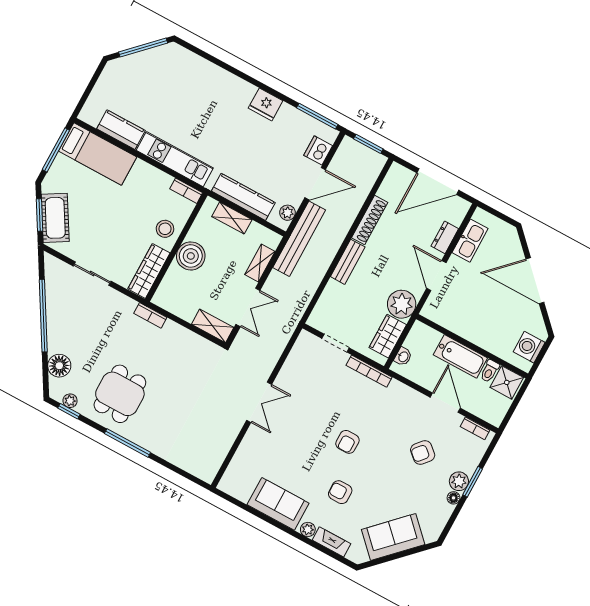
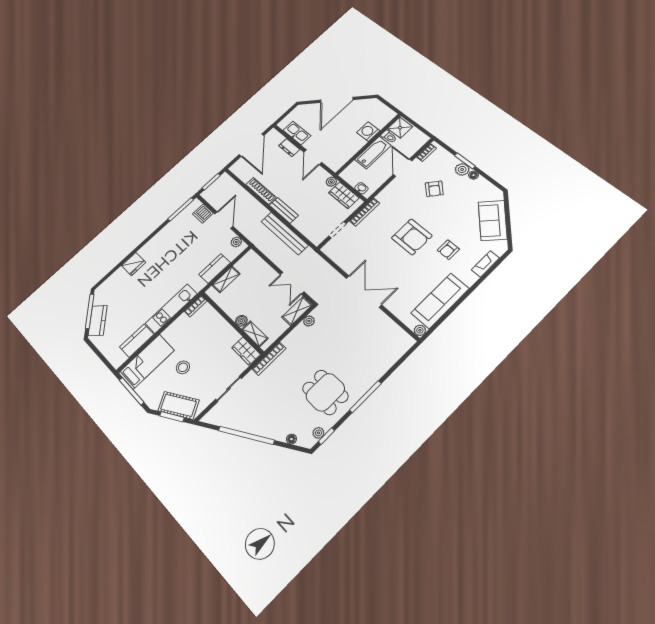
kitchen counter: (134, 64) -> (98, 321), added
fridge: (266, 104) -> (134, 264), moved
kitchen counter: (243, 197) -> (215, 269), width x0.67
stool: (165, 229) -> (183, 367), moved
bench: (299, 239) -> (285, 233), moved
boiler: (191, 256) -> (241, 321), width x0.54, depth x0.54
shelving: (260, 263) -> (255, 334), moved
wardrobe: (149, 271) -> (246, 351), width x0.67
door: (436, 276) -> (313, 157), hinge flipped
plant: (402, 304) -> (331, 182), width x0.53, depth x0.53
double door: (248, 307) -> (292, 283), swing flipped
bookcase: (150, 315) -> (269, 359), width x1.56
plant: (203, 345) -> (309, 321), added
washing machine: (529, 347) -> (368, 132), moved, turned 90
floor lamp: (59, 366) -> (291, 439), width x0.53, depth x0.53
double door: (259, 402) -> (364, 291), width x1.37
door: (445, 403) -> (402, 168), hinge flipped
armchair: (347, 442) -> (412, 237), width x1.88, depth x1.88
sofa: (278, 504) -> (440, 301), width x1.36
plant: (308, 529) -> (420, 330), moved

